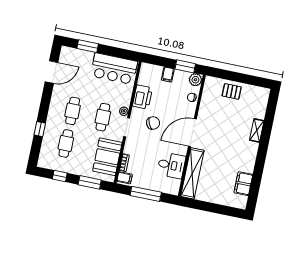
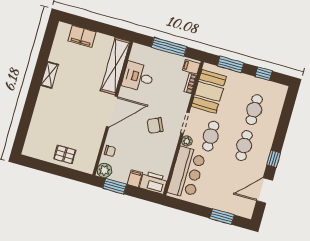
bar counter: (114, 69) -> (187, 173), moved, turned 90
printer: (142, 97) -> (154, 183), moved, turned 90
window: (40, 129) -> (274, 159), moved
shelving: (257, 130) -> (50, 75), moved
filing cabinet: (243, 184) -> (82, 36), moved, turned 90

